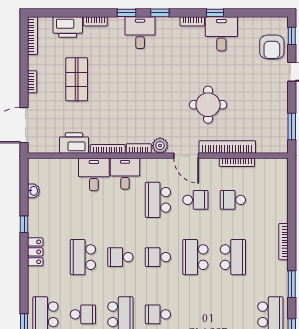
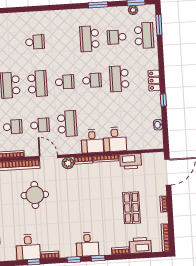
school desk: (195, 200) -> (40, 125), turned 180
school desk: (83, 257) -> (119, 79), turned 180
school desk: (158, 314) -> (35, 42), moved

